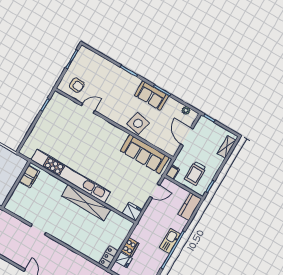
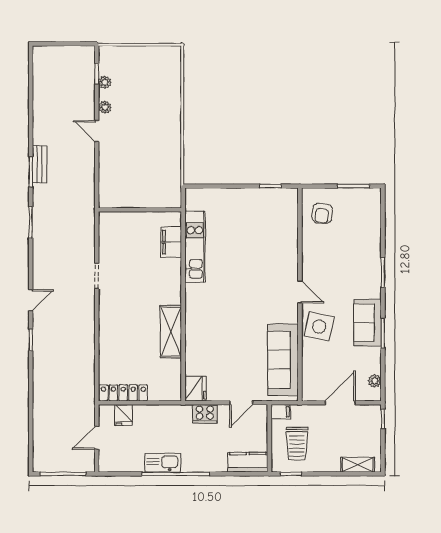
door: (88, 108) -> (300, 292), moved
trolley: (195, 173) -> (297, 444), turned -90
kitchen unit: (71, 176) -> (195, 247), width x0.54
filing cabinet: (29, 177) -> (171, 242), moved, turned 90
door: (155, 191) -> (241, 403), hinge flipped
shelving: (86, 203) -> (171, 332), width x0.68
kitchen sink: (170, 241) -> (163, 463), moved
cooker: (130, 247) -> (205, 414), moved
locker: (109, 257) -> (123, 393), width x1.53

